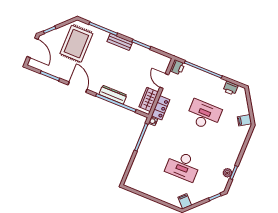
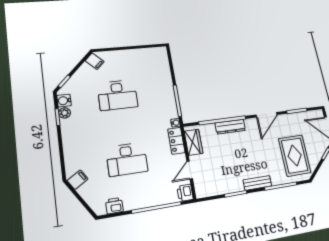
door: (164, 81) -> (190, 170), swing flipped
door: (77, 87) -> (267, 115), hinge flipped
desk: (183, 166) -> (118, 95), turned 180
water cooler: (223, 182) -> (64, 101), added

